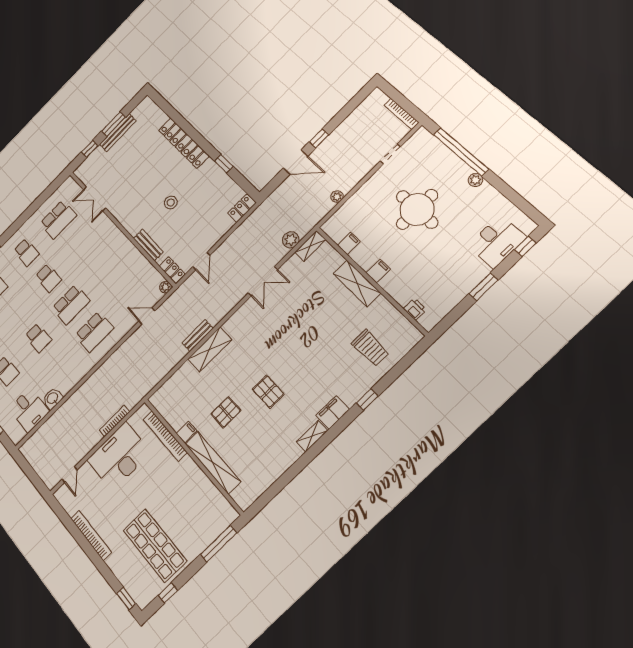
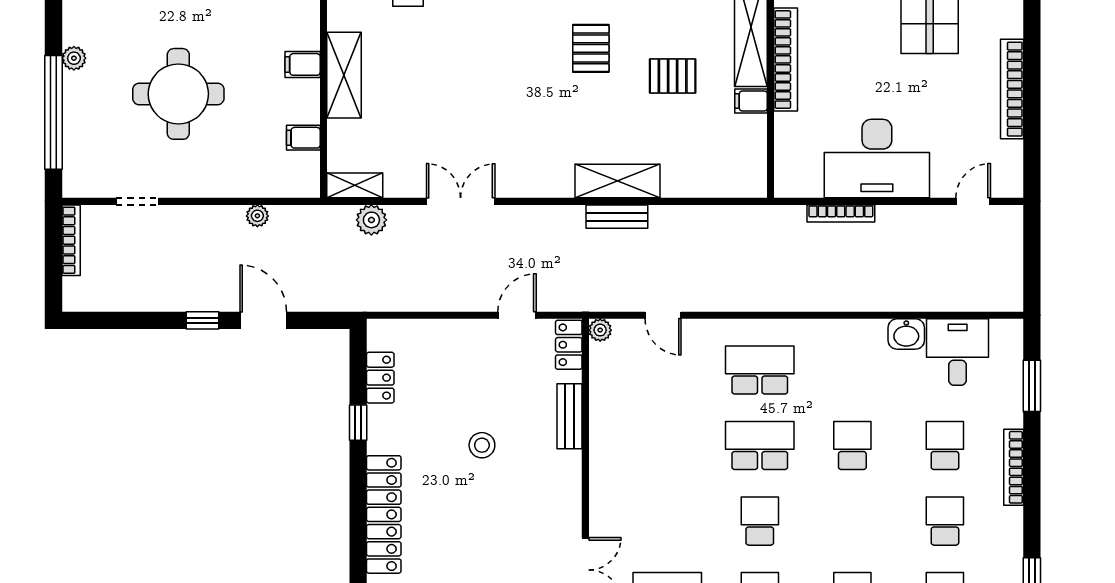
locker: (242, 208) -> (380, 378), moved, turned -90
bookcase: (165, 436) -> (786, 59), moved

